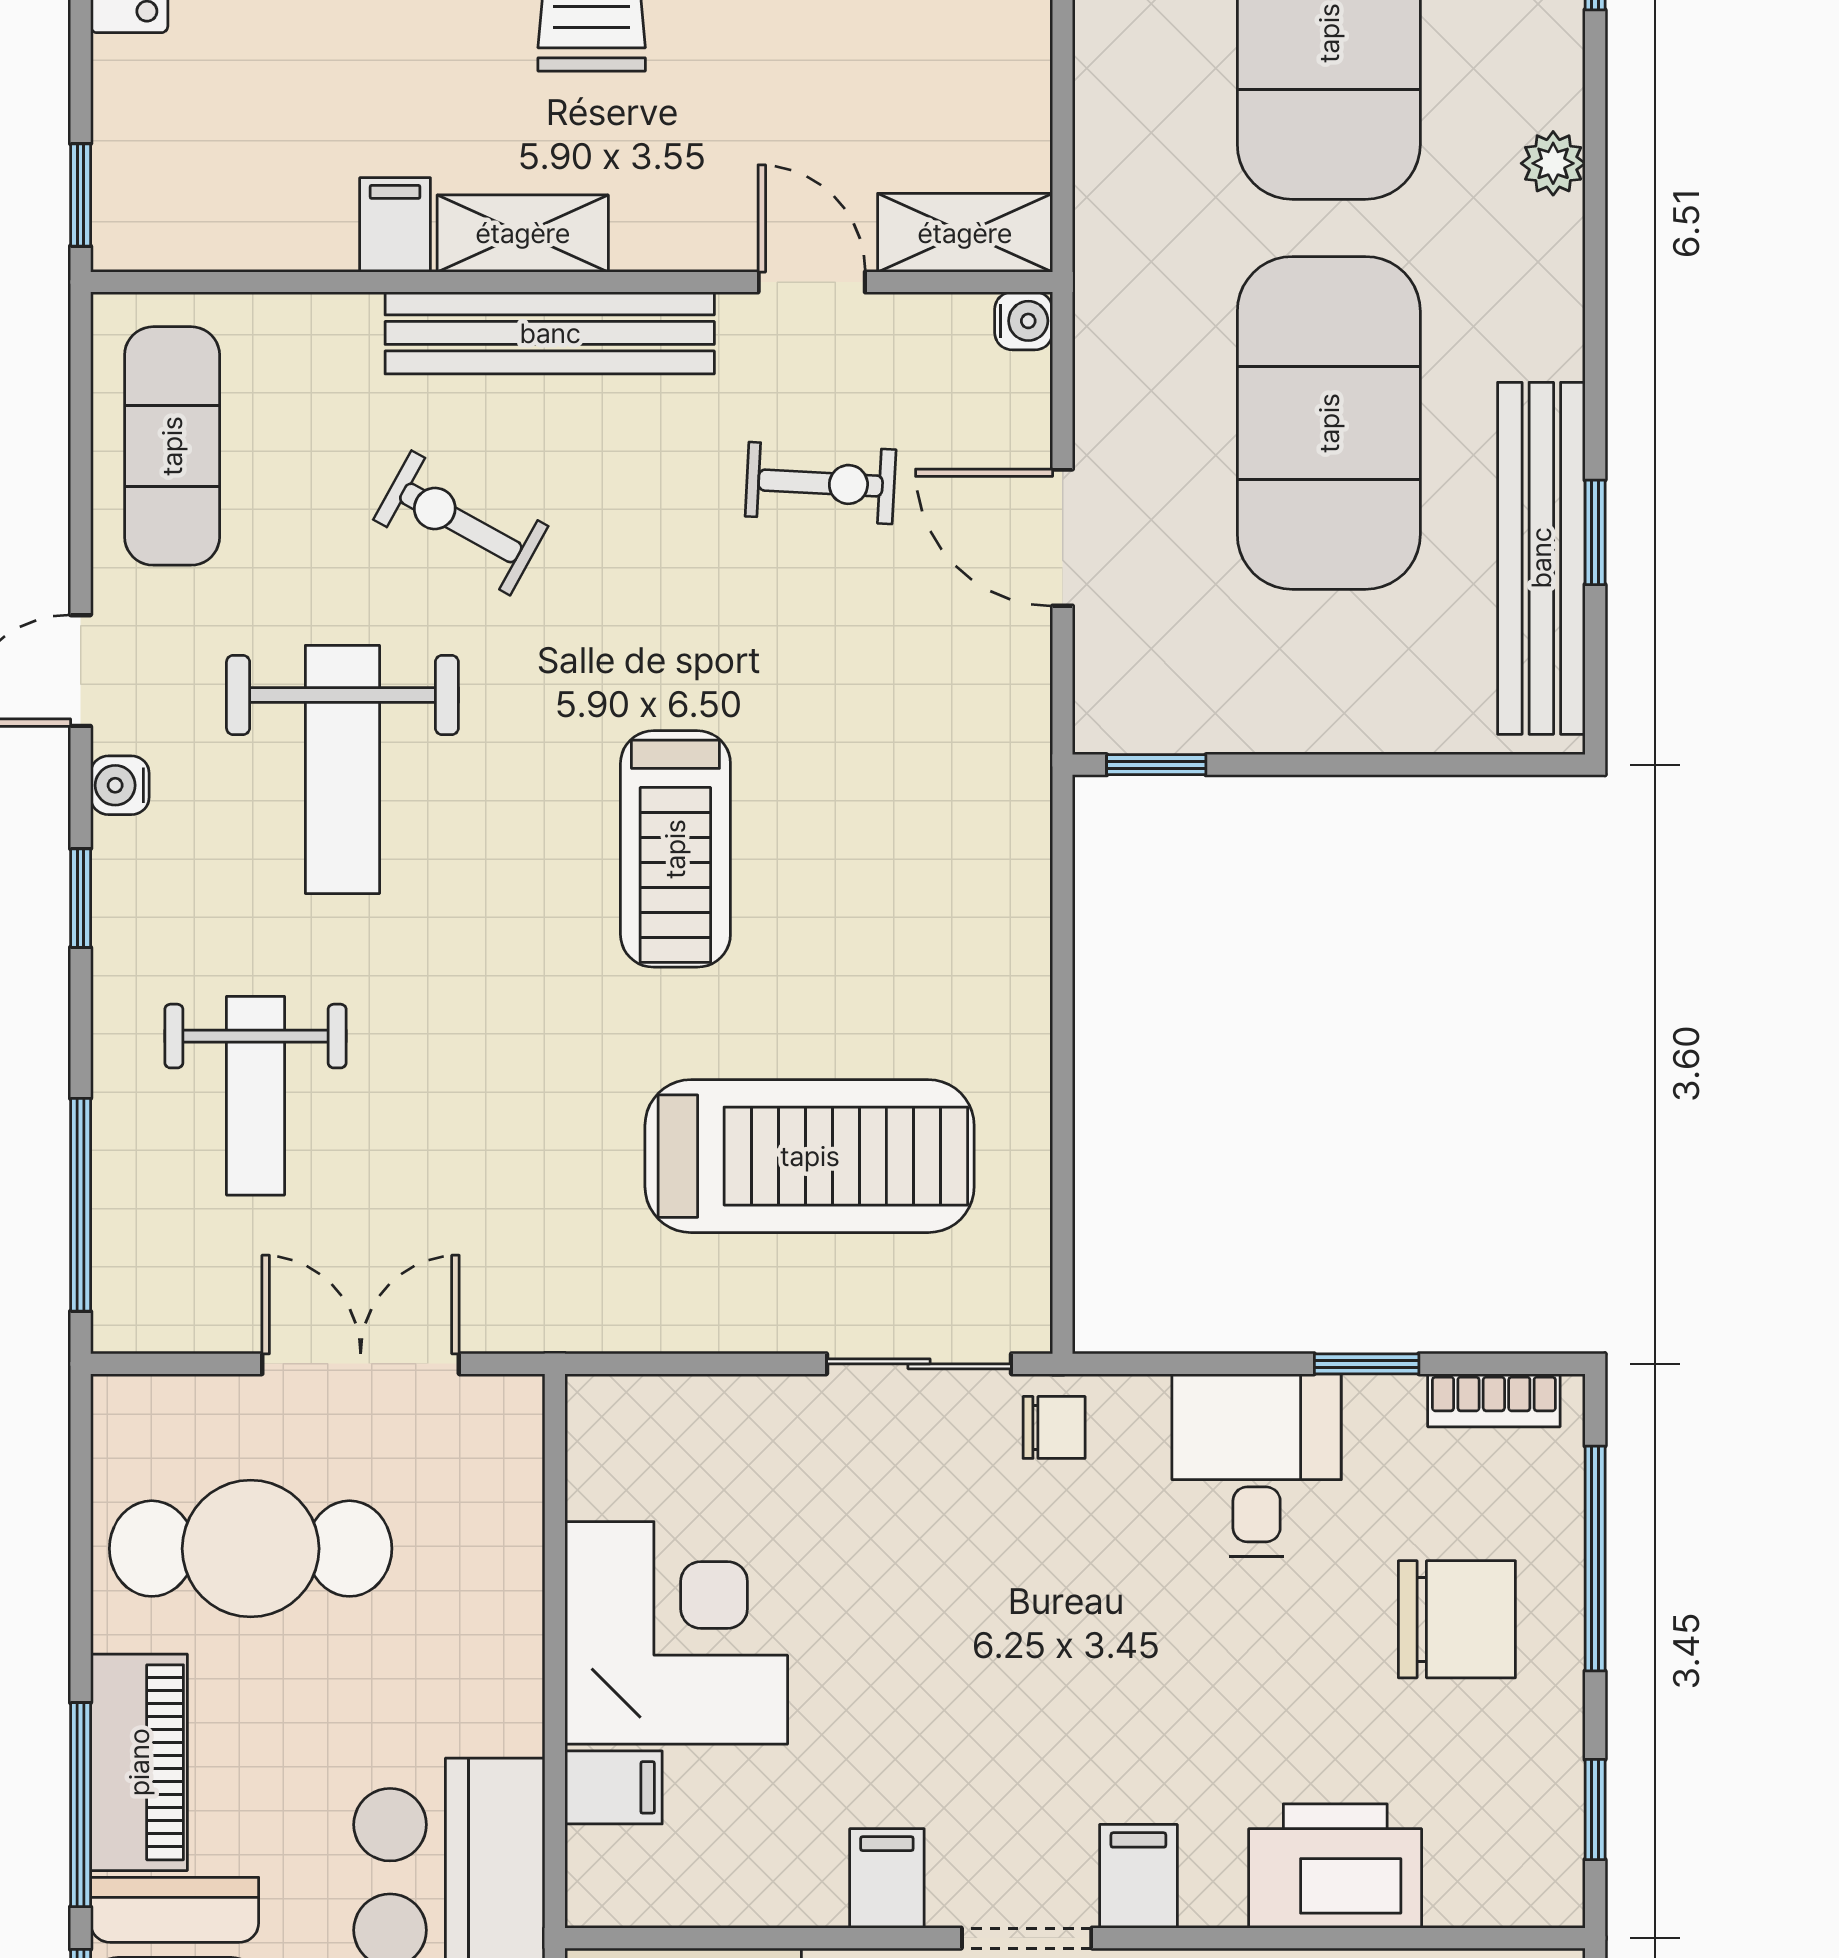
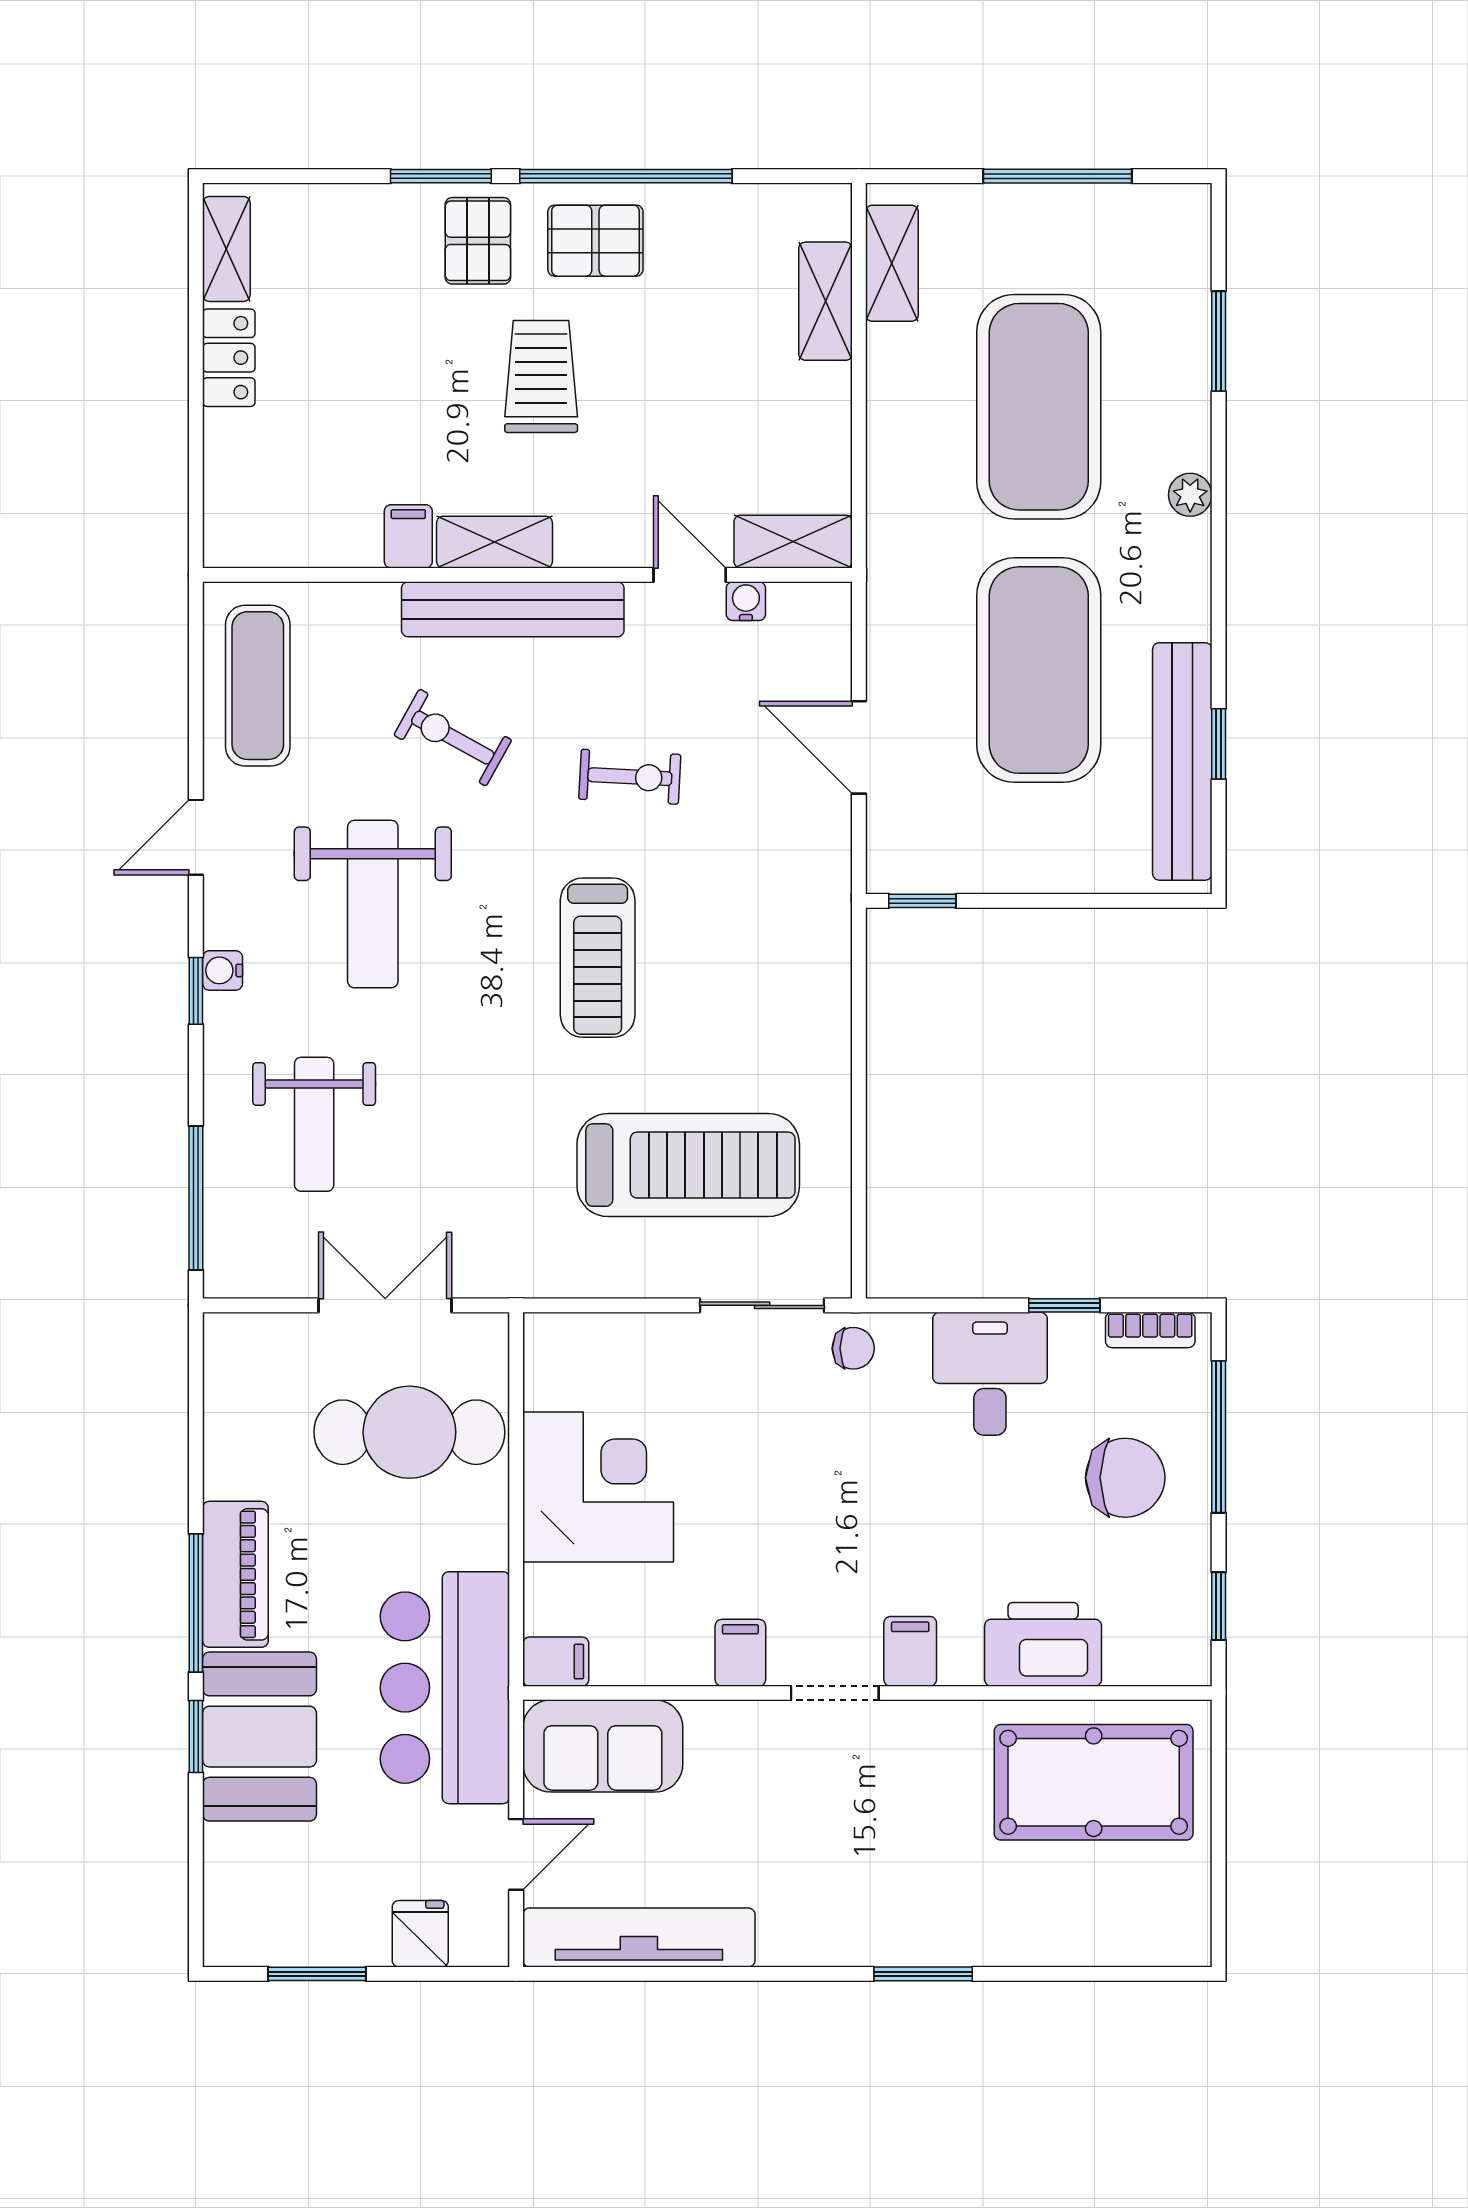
window: (81, 195) -> (196, 516), removed
water cooler: (1024, 321) -> (746, 601), moved, turned -90
exercise bike: (821, 483) -> (630, 777), moved
water cooler: (120, 785) -> (223, 970), moved
cafe table: (251, 1549) -> (409, 1432), moved
filing cabinet: (614, 1787) -> (556, 1662), moved

